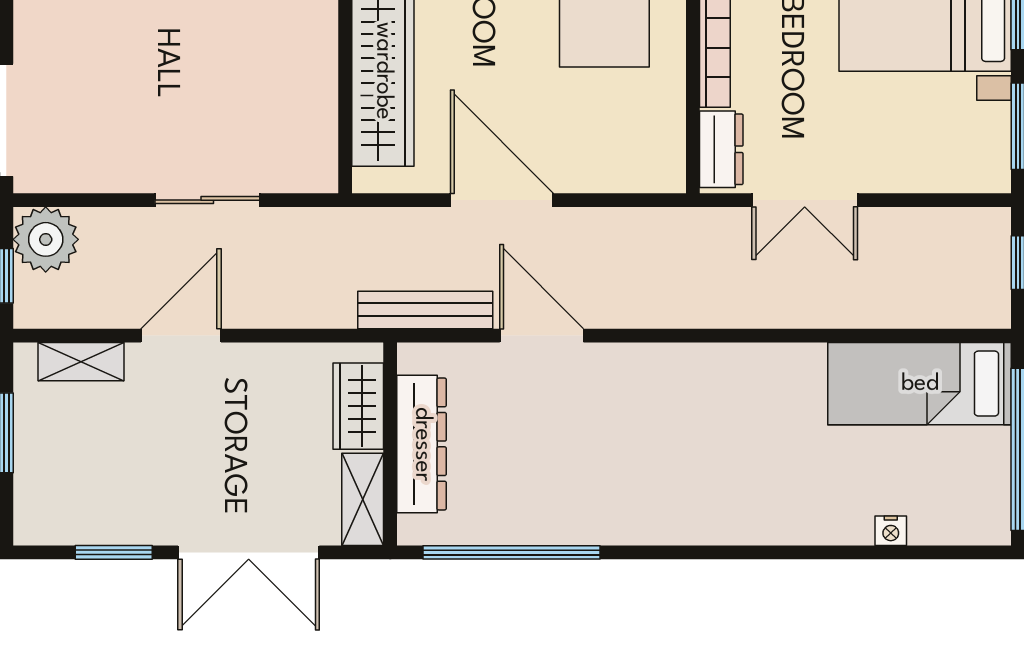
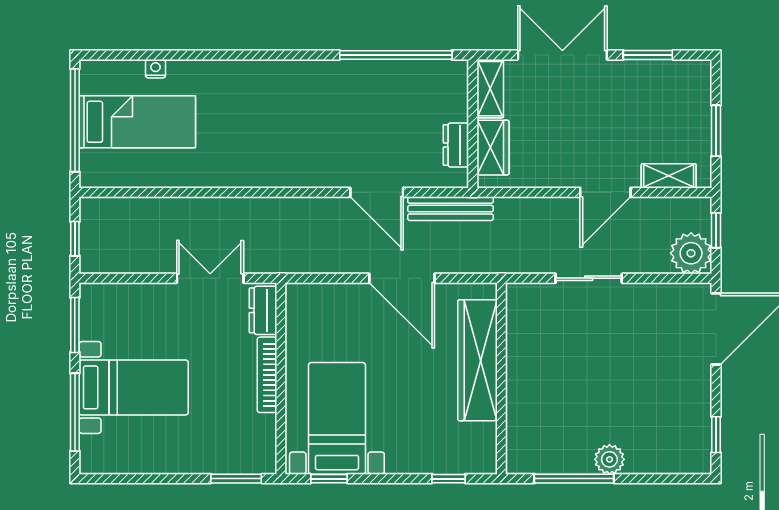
bed: (920, 384) -> (137, 122), moved
dresser: (422, 444) -> (456, 145), width x0.51, depth x0.80

